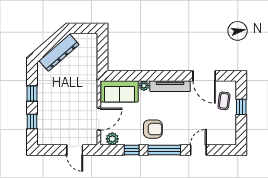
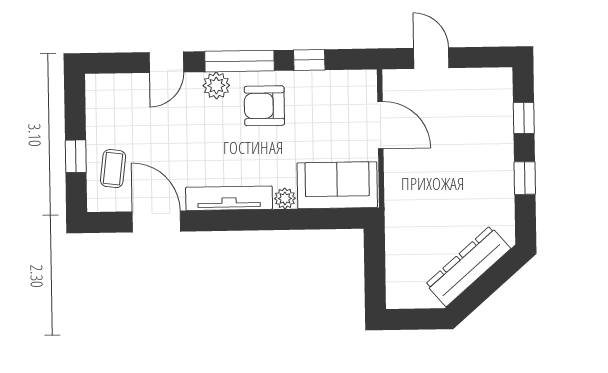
door: (99, 119) -> (380, 125), swing flipped
plant: (112, 139) -> (216, 86), moved

